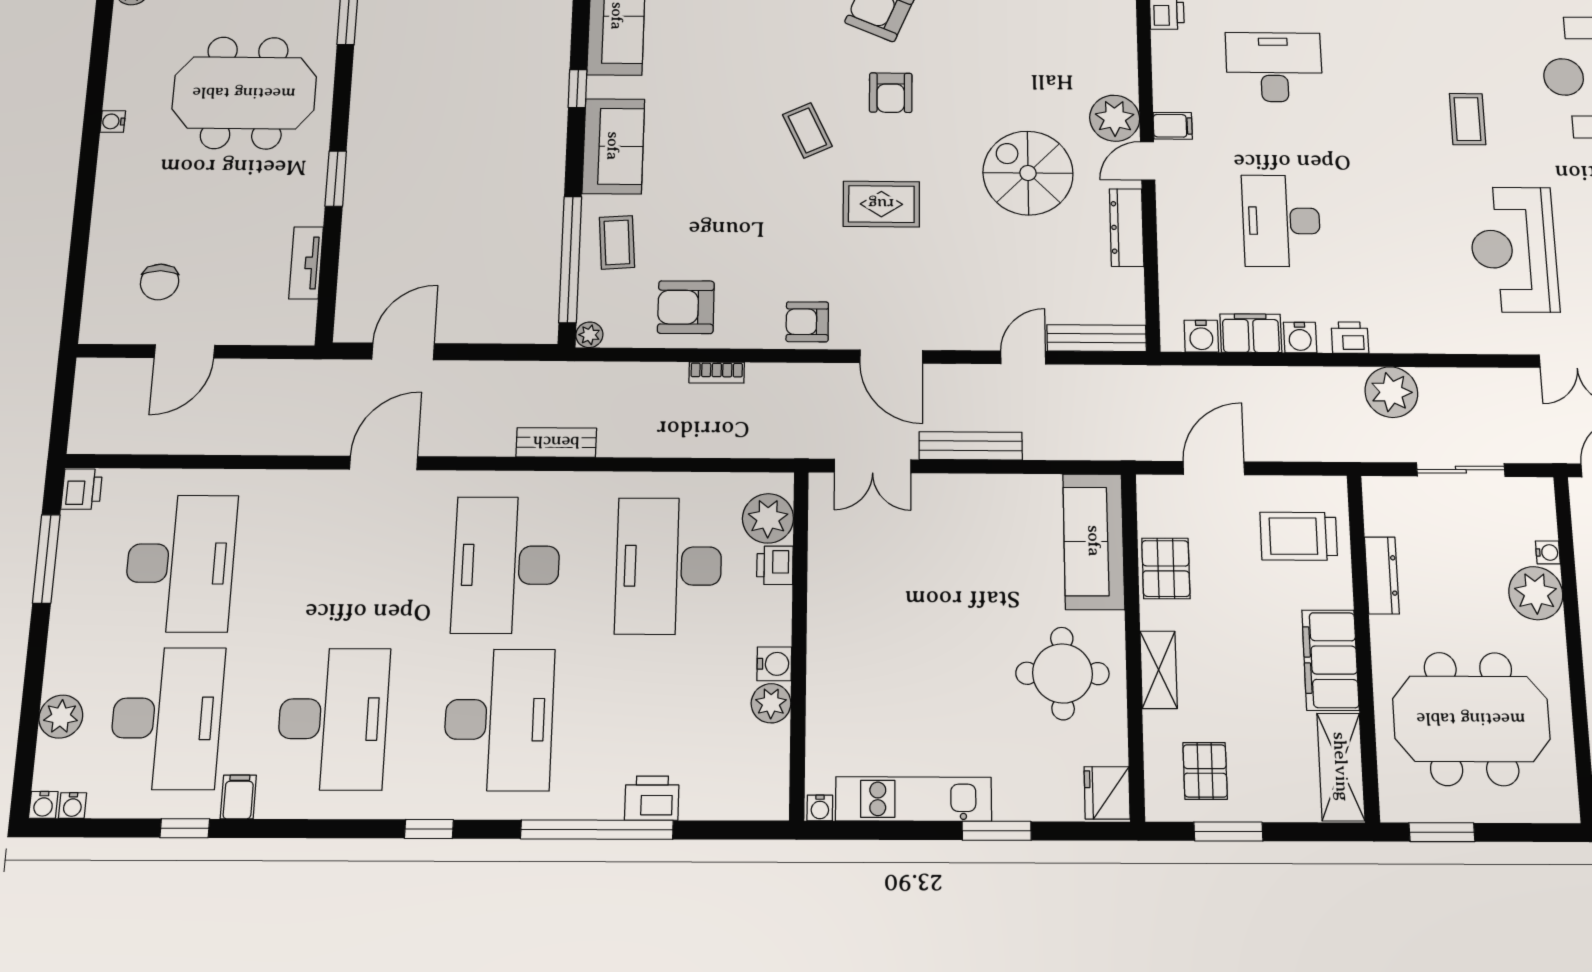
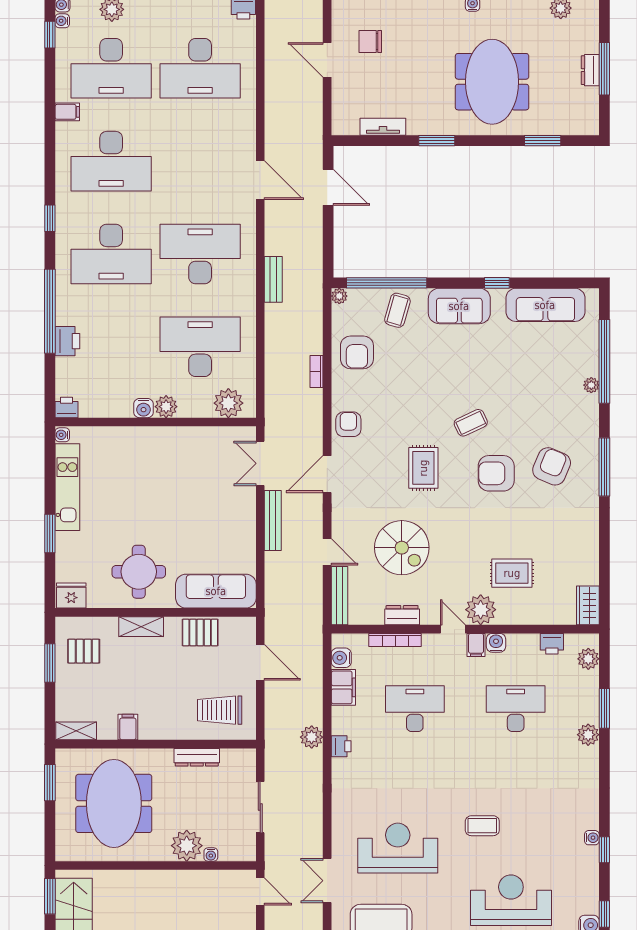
desk: (1274, 67) -> (516, 709), turned -90
rug: (1054, 71) -> (512, 573), added
armchair: (891, 93) -> (496, 473), width x1.38, depth x1.38
spiral stairs: (1028, 173) -> (402, 548), moved, turned 90
dresser: (1127, 227) -> (402, 615), width x0.70
coffee table: (617, 242) -> (397, 310), turned -70
bookcase: (1168, 251) -> (395, 640), added
armchair: (686, 307) -> (357, 352), turned 180
water cooler: (1300, 338) -> (496, 643), moved, turned 90
plant: (1391, 392) -> (312, 737), moved, width x0.73, depth x0.73
trolley: (1299, 536) -> (220, 710), turned -90
printer: (775, 565) -> (66, 408), moved
filing cabinet: (1330, 660) -> (128, 727), width x0.33, depth x0.86
plant: (771, 703) -> (166, 407), moved
shelving: (1341, 767) -> (76, 731), width x0.67, depth x0.75
window: (185, 828) -> (50, 35), moved

